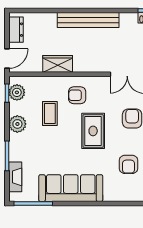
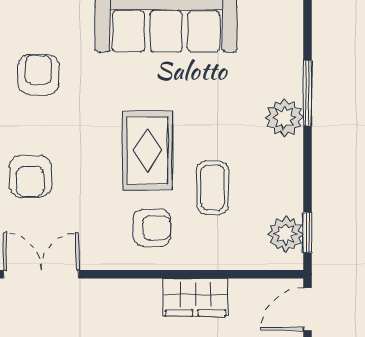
plant: (17, 124) -> (284, 118), moved
rug: (93, 131) -> (147, 151), moved
fireplace: (15, 177) -> (289, 47), removed

